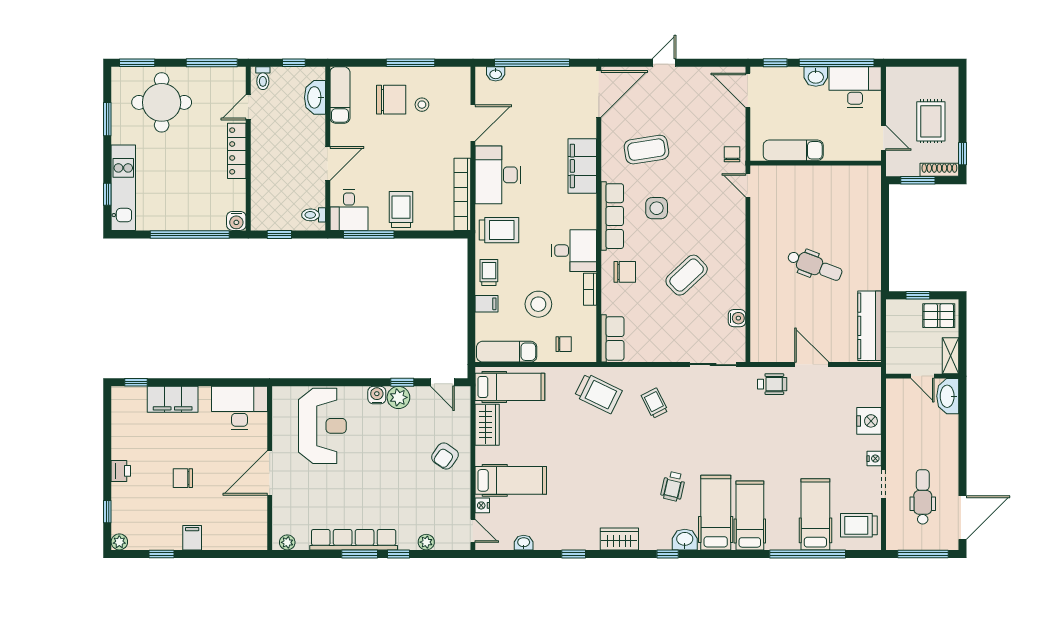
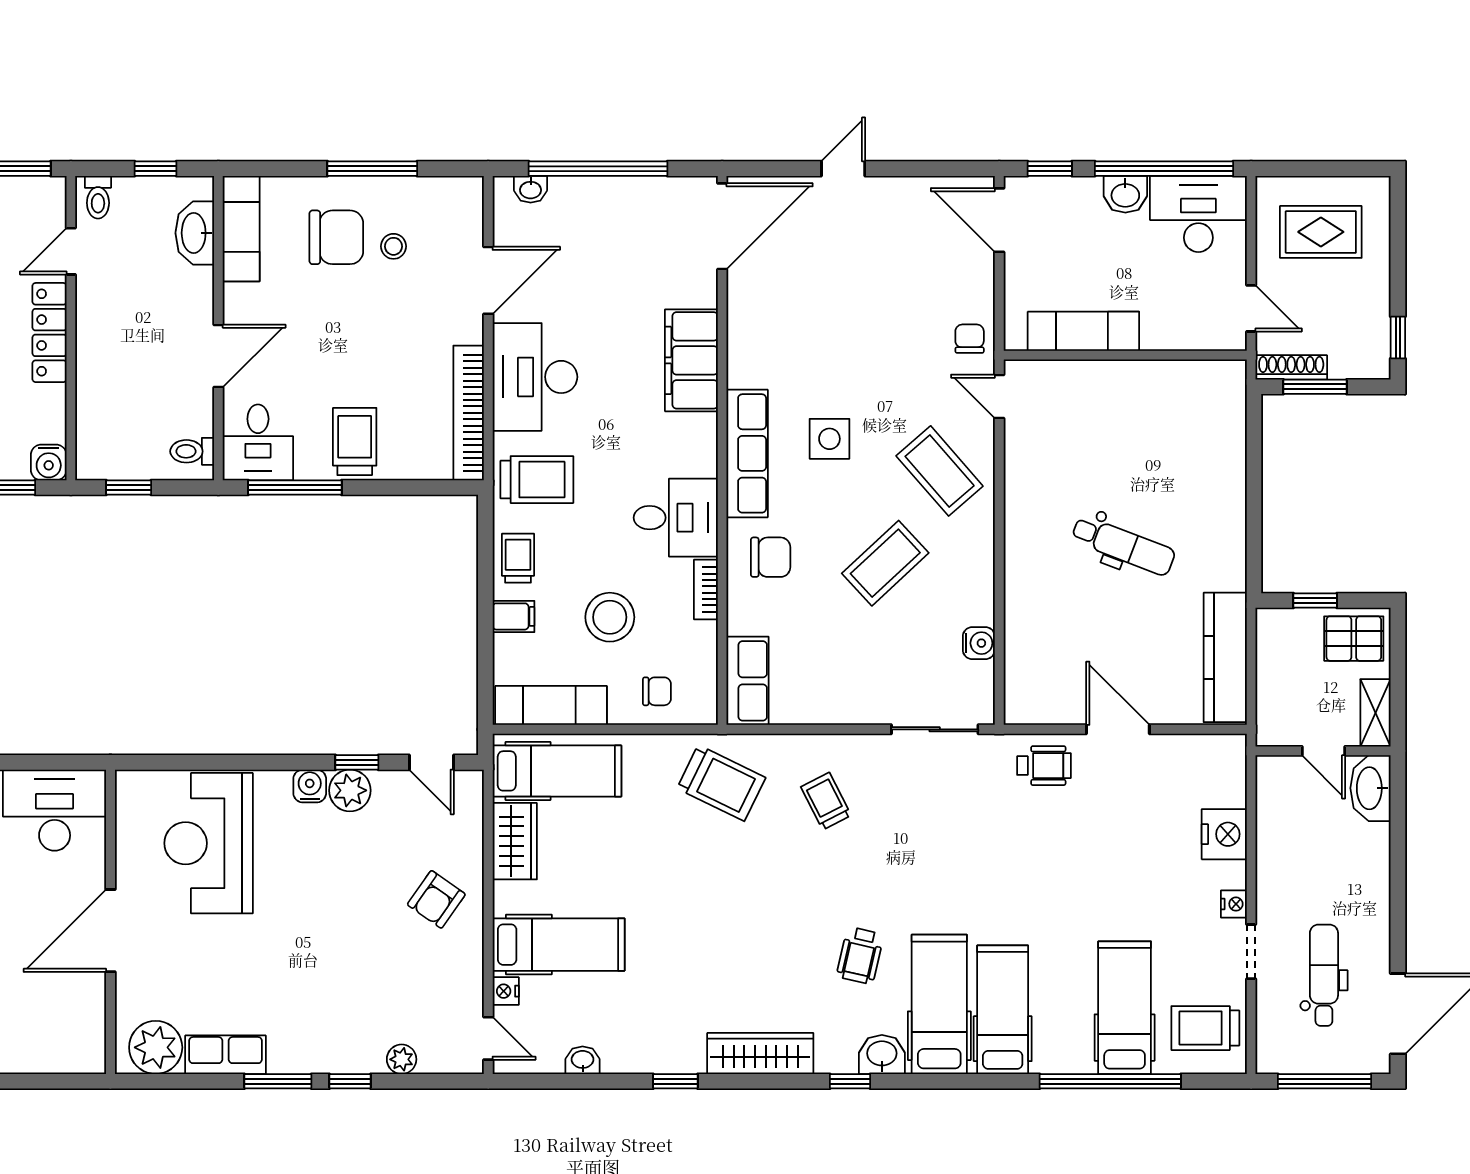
rug: (931, 121) -> (1321, 232), moved, turned 90
coffee table: (646, 150) -> (940, 471), moved, turned 58
shoe rack: (939, 170) -> (1291, 367), moved
reception desk: (322, 426) -> (209, 843), turned 180
wardrobe: (619, 539) -> (760, 1053), width x1.50
row of seats: (354, 540) -> (226, 1055), width x0.50
plant: (287, 542) -> (156, 1047), width x1.87, depth x1.87

